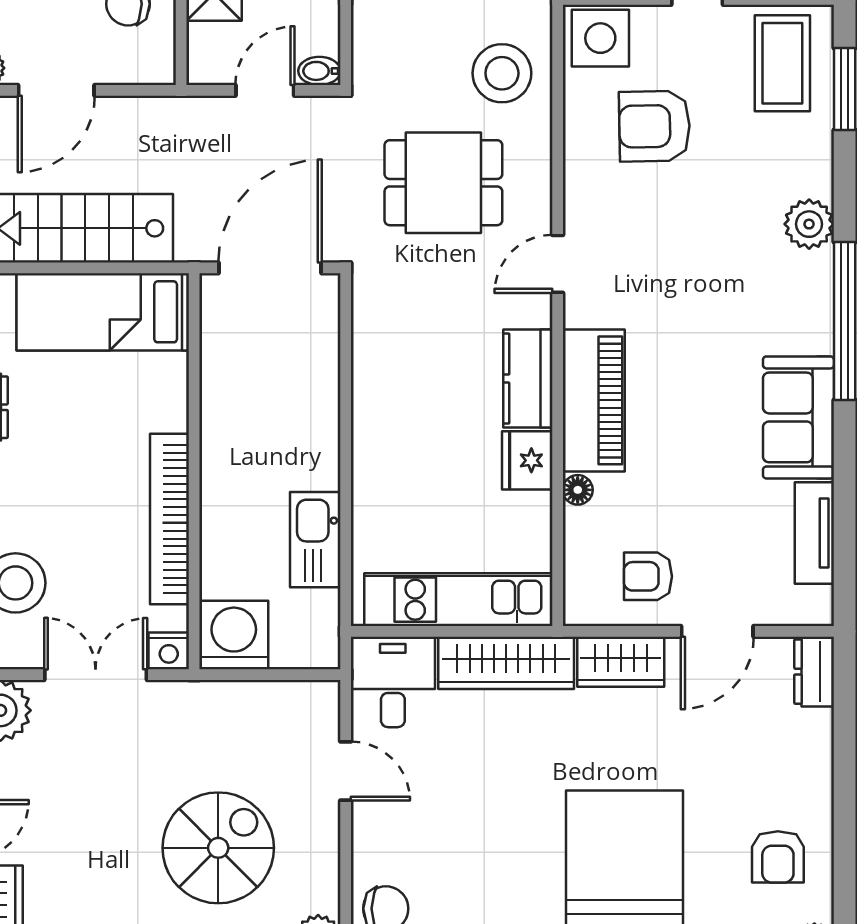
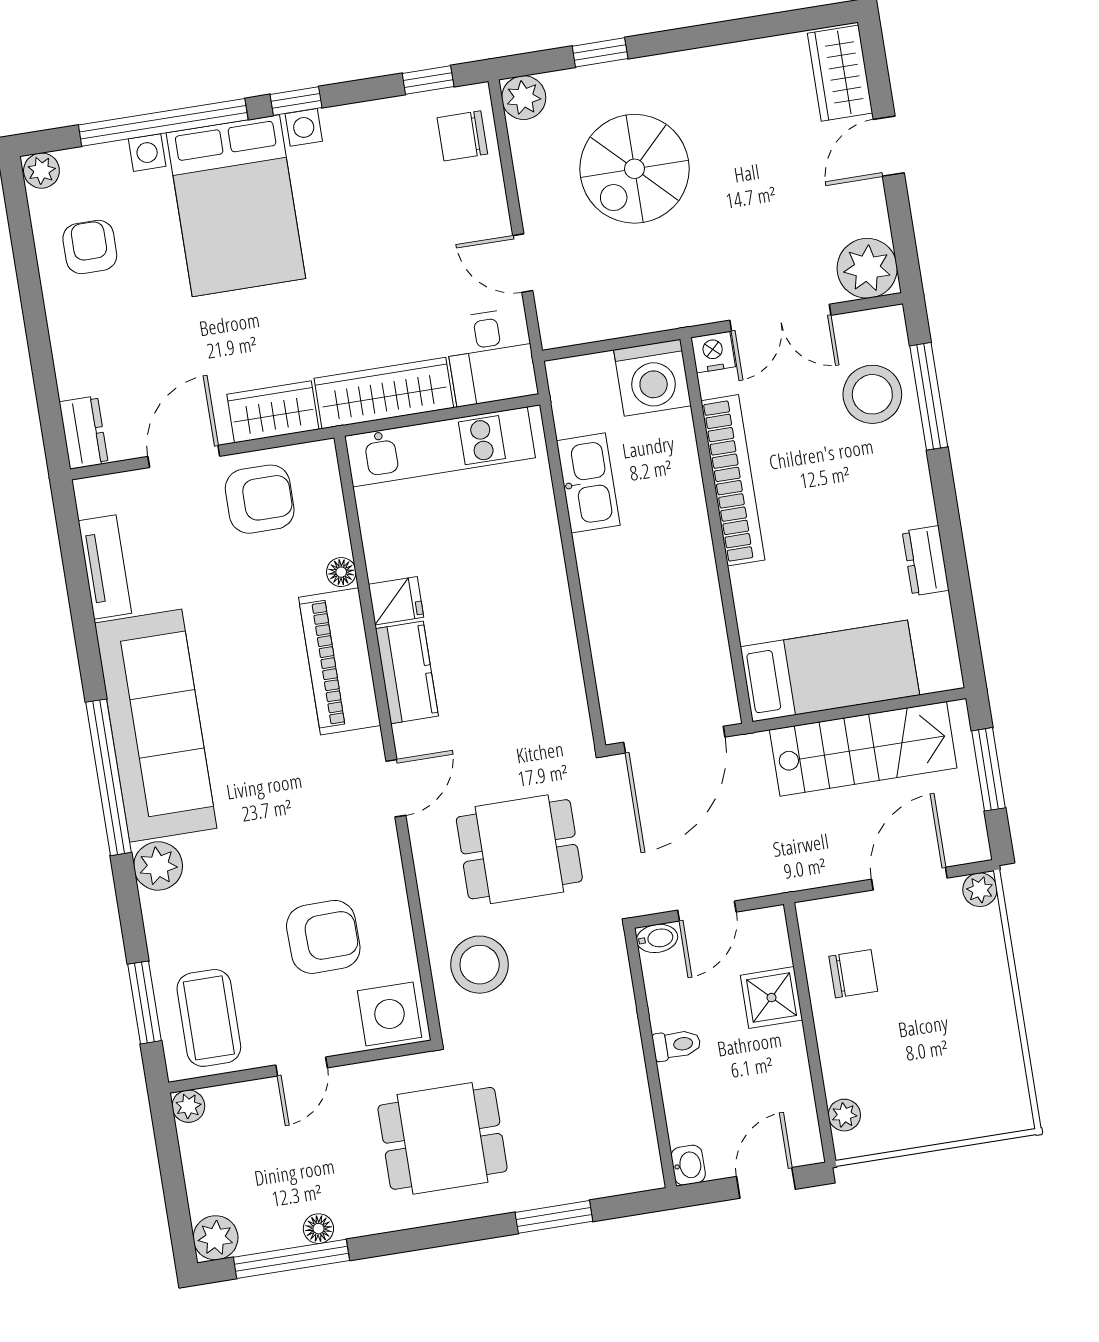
sofa: (798, 417) -> (156, 726), width x1.85, depth x1.27
fridge: (527, 460) -> (396, 601), width x0.72
armchair: (648, 576) -> (260, 499), width x1.38, depth x1.38

